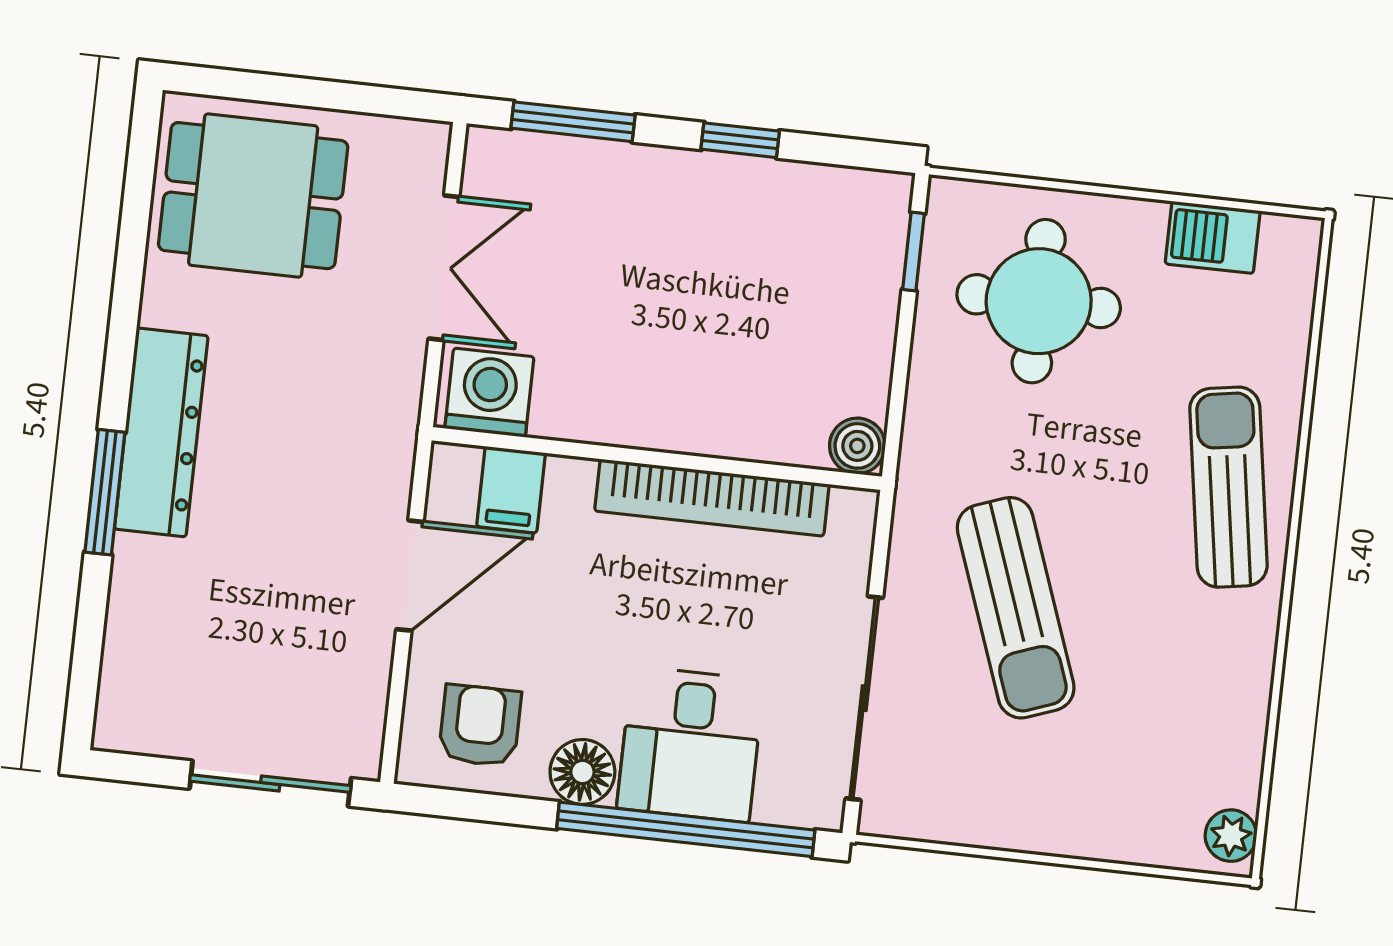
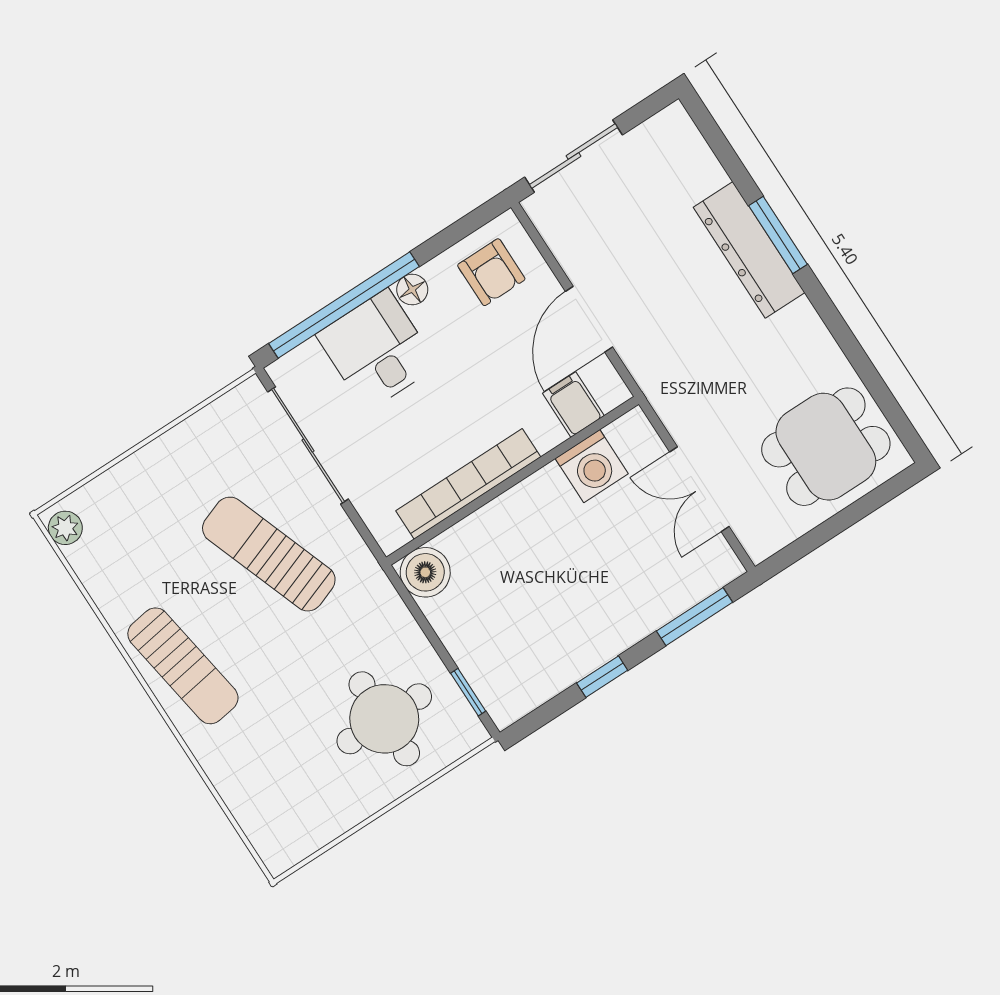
barbecue: (1213, 237) -> (323, 823), removed
washing machine: (489, 393) -> (592, 466), moved
dresser: (161, 432) -> (749, 250), moved
boiler: (857, 446) -> (425, 572), width x1.36, depth x1.36
sun lounger: (1228, 487) -> (183, 666), moved
floor lamp: (582, 772) -> (412, 290), width x0.73, depth x0.73

